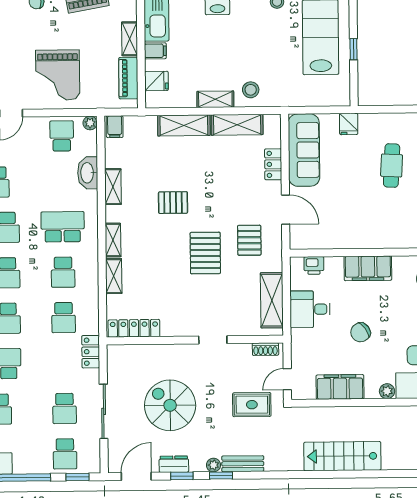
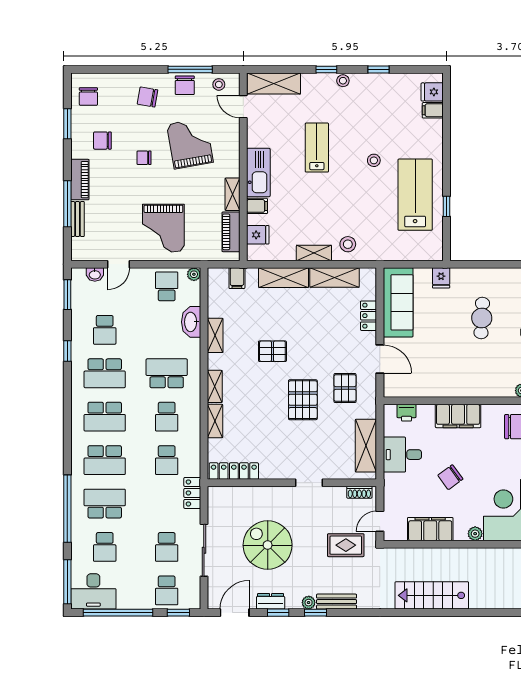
filing cabinet: (115, 127) -> (237, 278), moved

